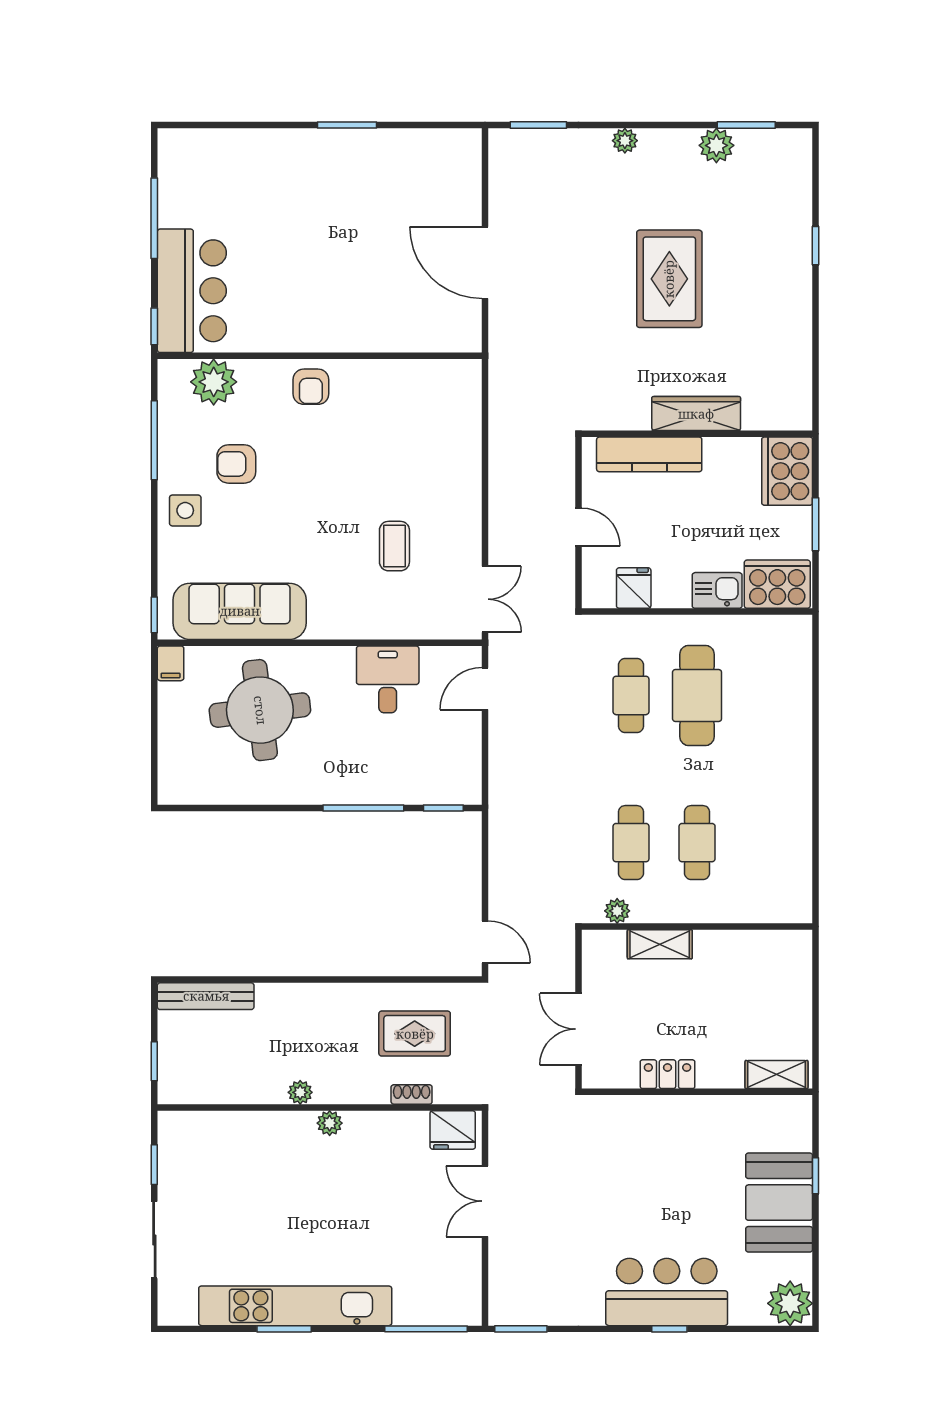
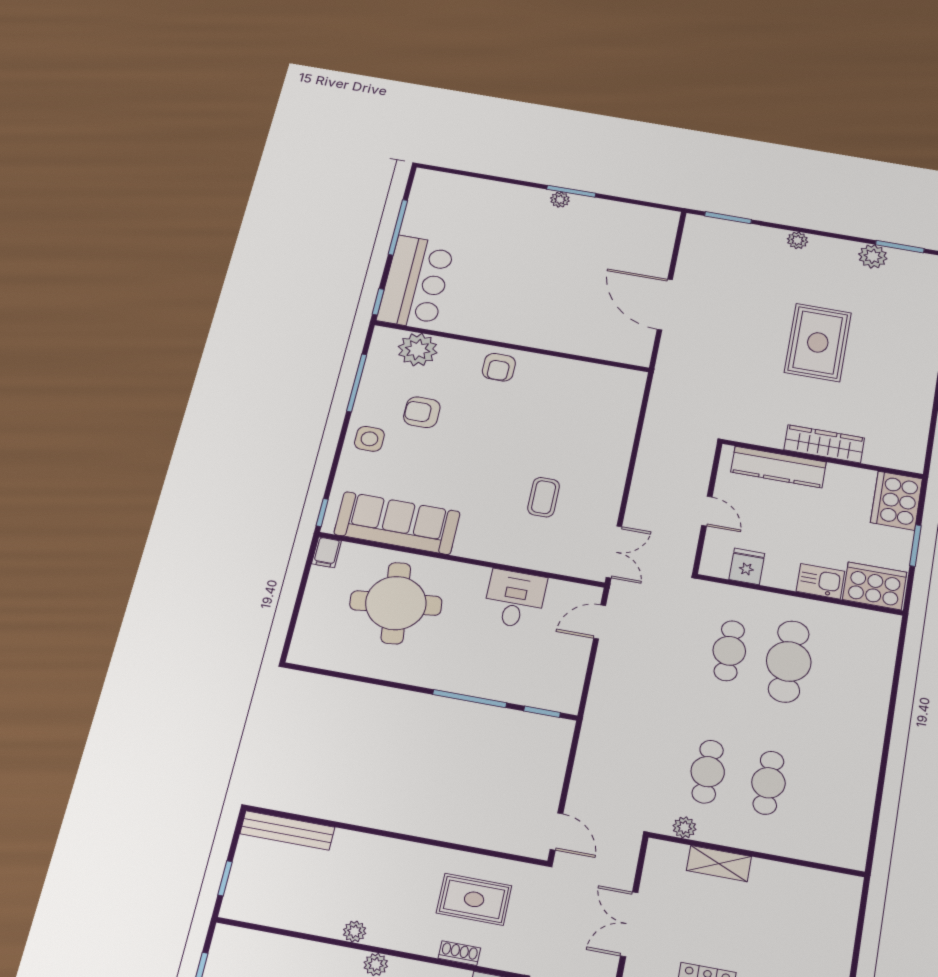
plant: (336, 140) -> (560, 200), added

